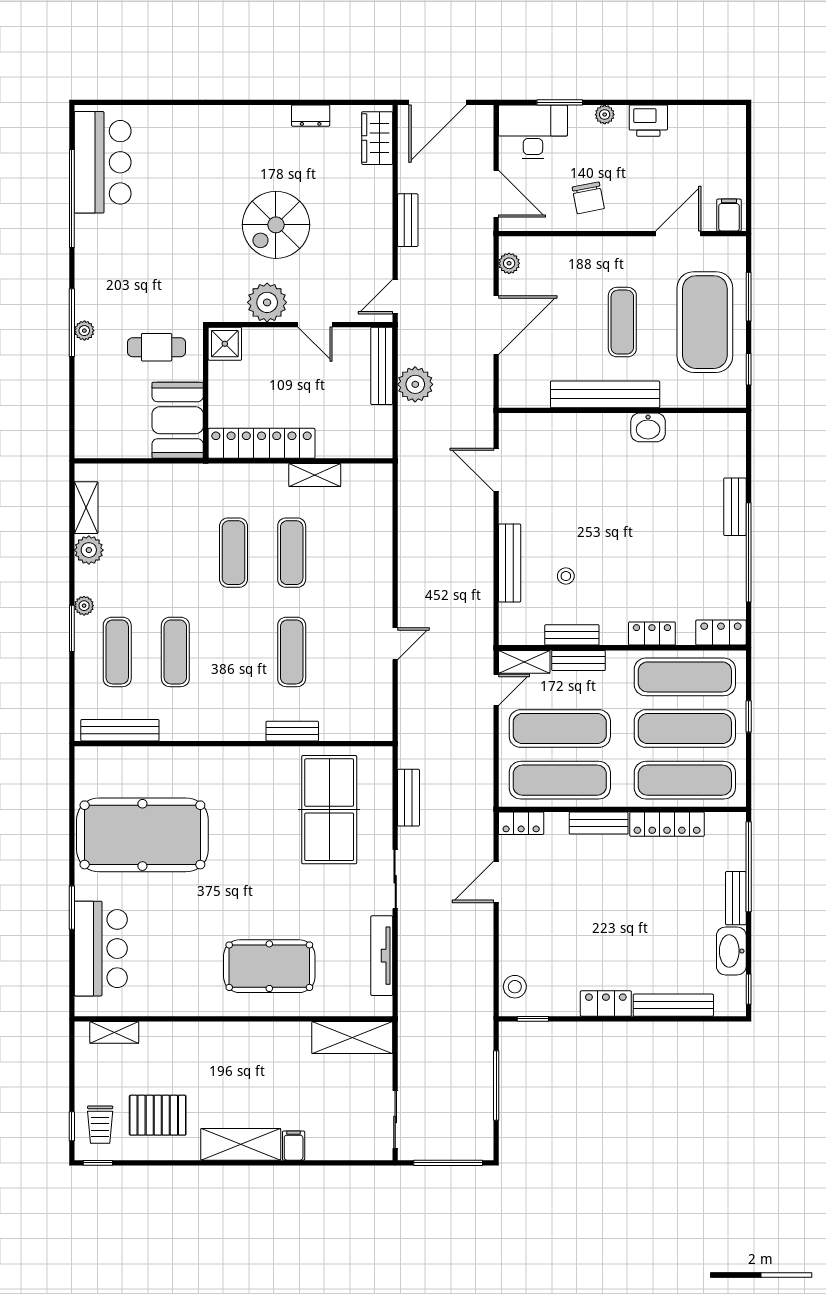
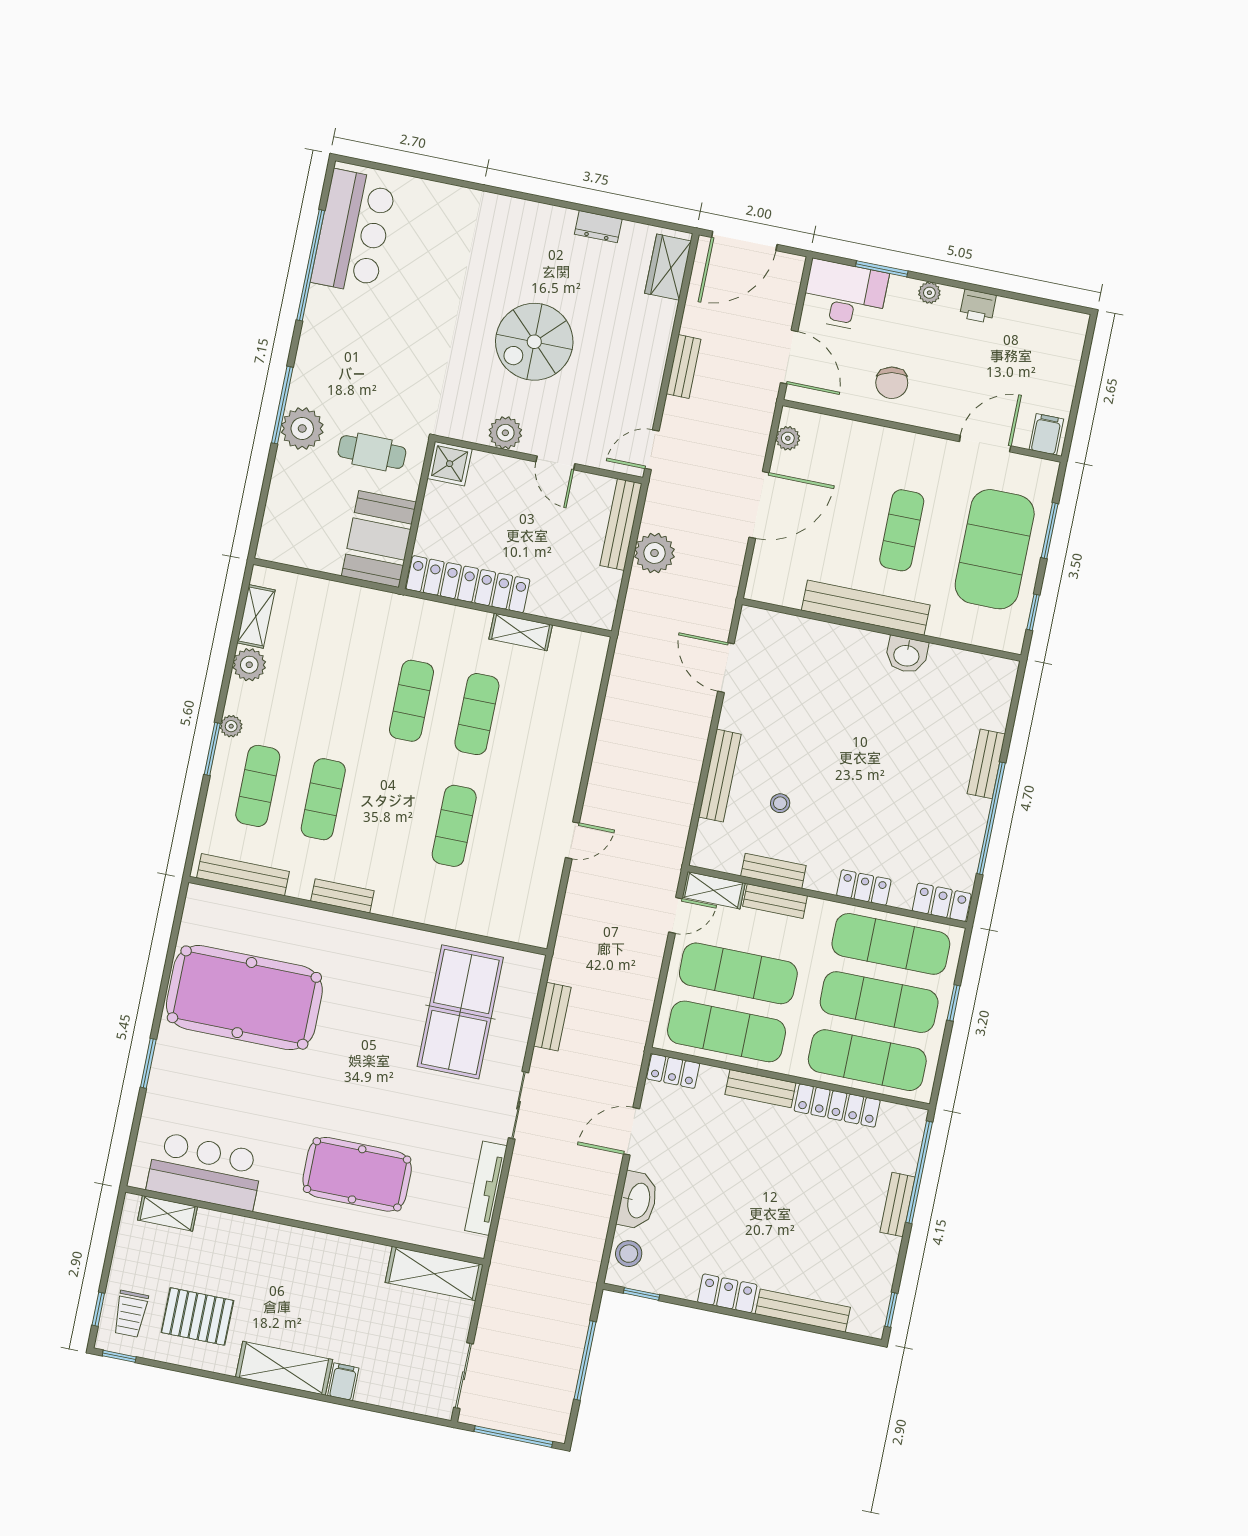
printer: (648, 121) -> (978, 306), width x0.73, depth x0.81
plant: (267, 302) -> (505, 433), width x0.73, depth x0.73
plant: (84, 331) -> (302, 428), width x1.88, depth x1.88
bench: (292, 731) -> (342, 896), moved
bar counter: (101, 949) -> (205, 1171), moved, turned -90
washbasin: (731, 951) -> (638, 1200), moved, turned 180

